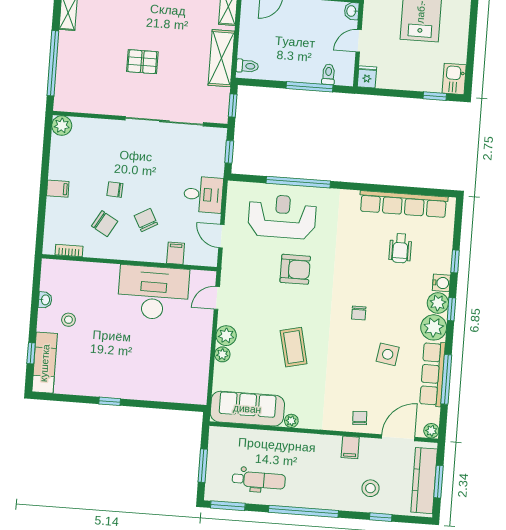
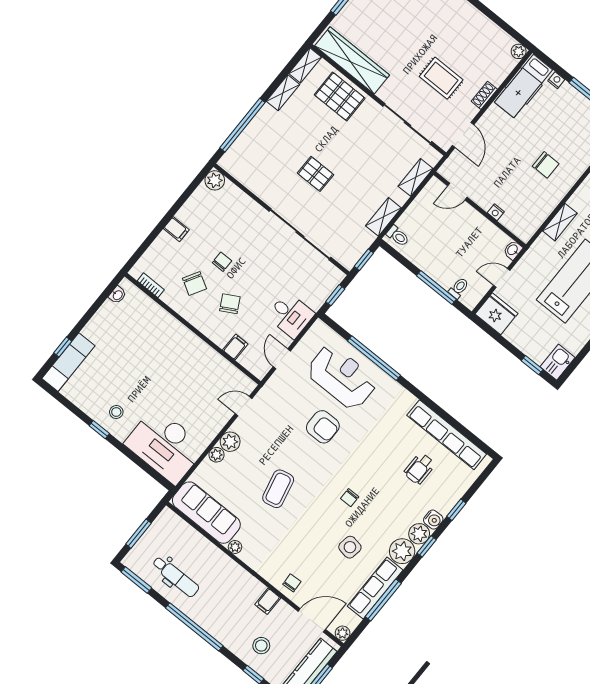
shelving: (221, 58) -> (383, 217), width x0.67, depth x0.75
fridge: (367, 77) -> (496, 314), width x1.88, depth x1.34
chair: (115, 190) -> (222, 262), turned 87
desk: (153, 293) -> (165, 446), moved, turned 180
washbasin: (45, 300) -> (117, 295), moved
stool: (68, 320) -> (116, 412), moved

